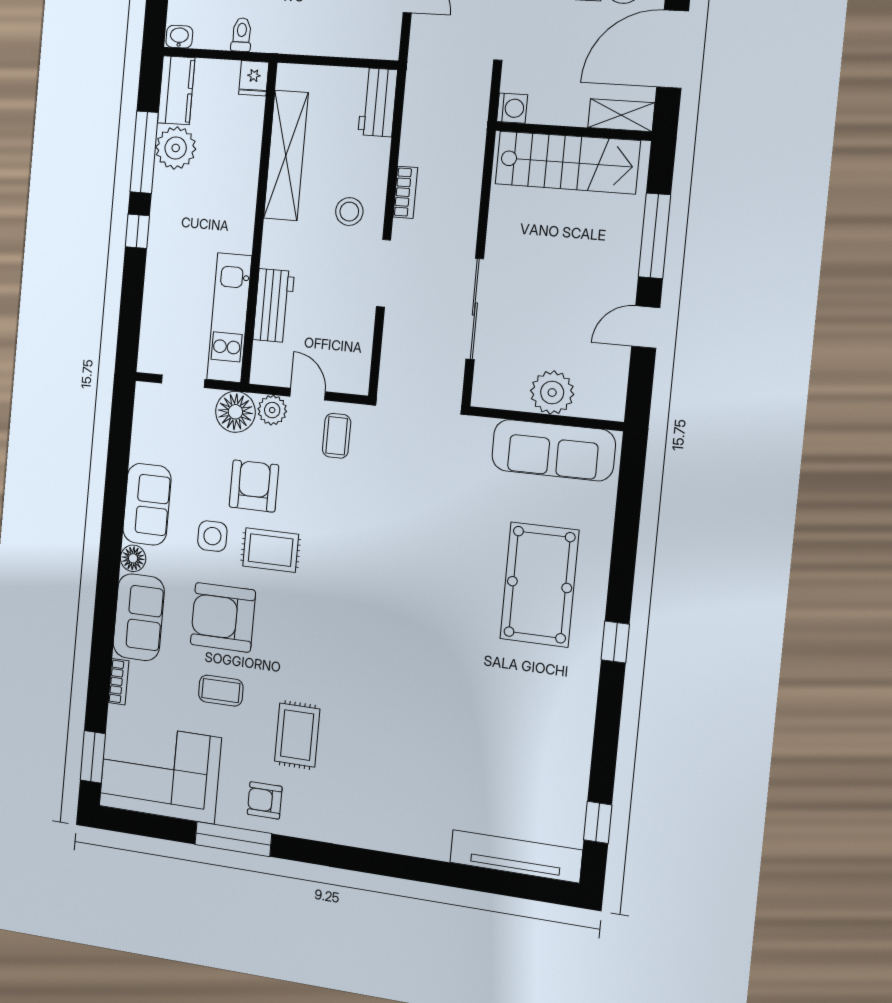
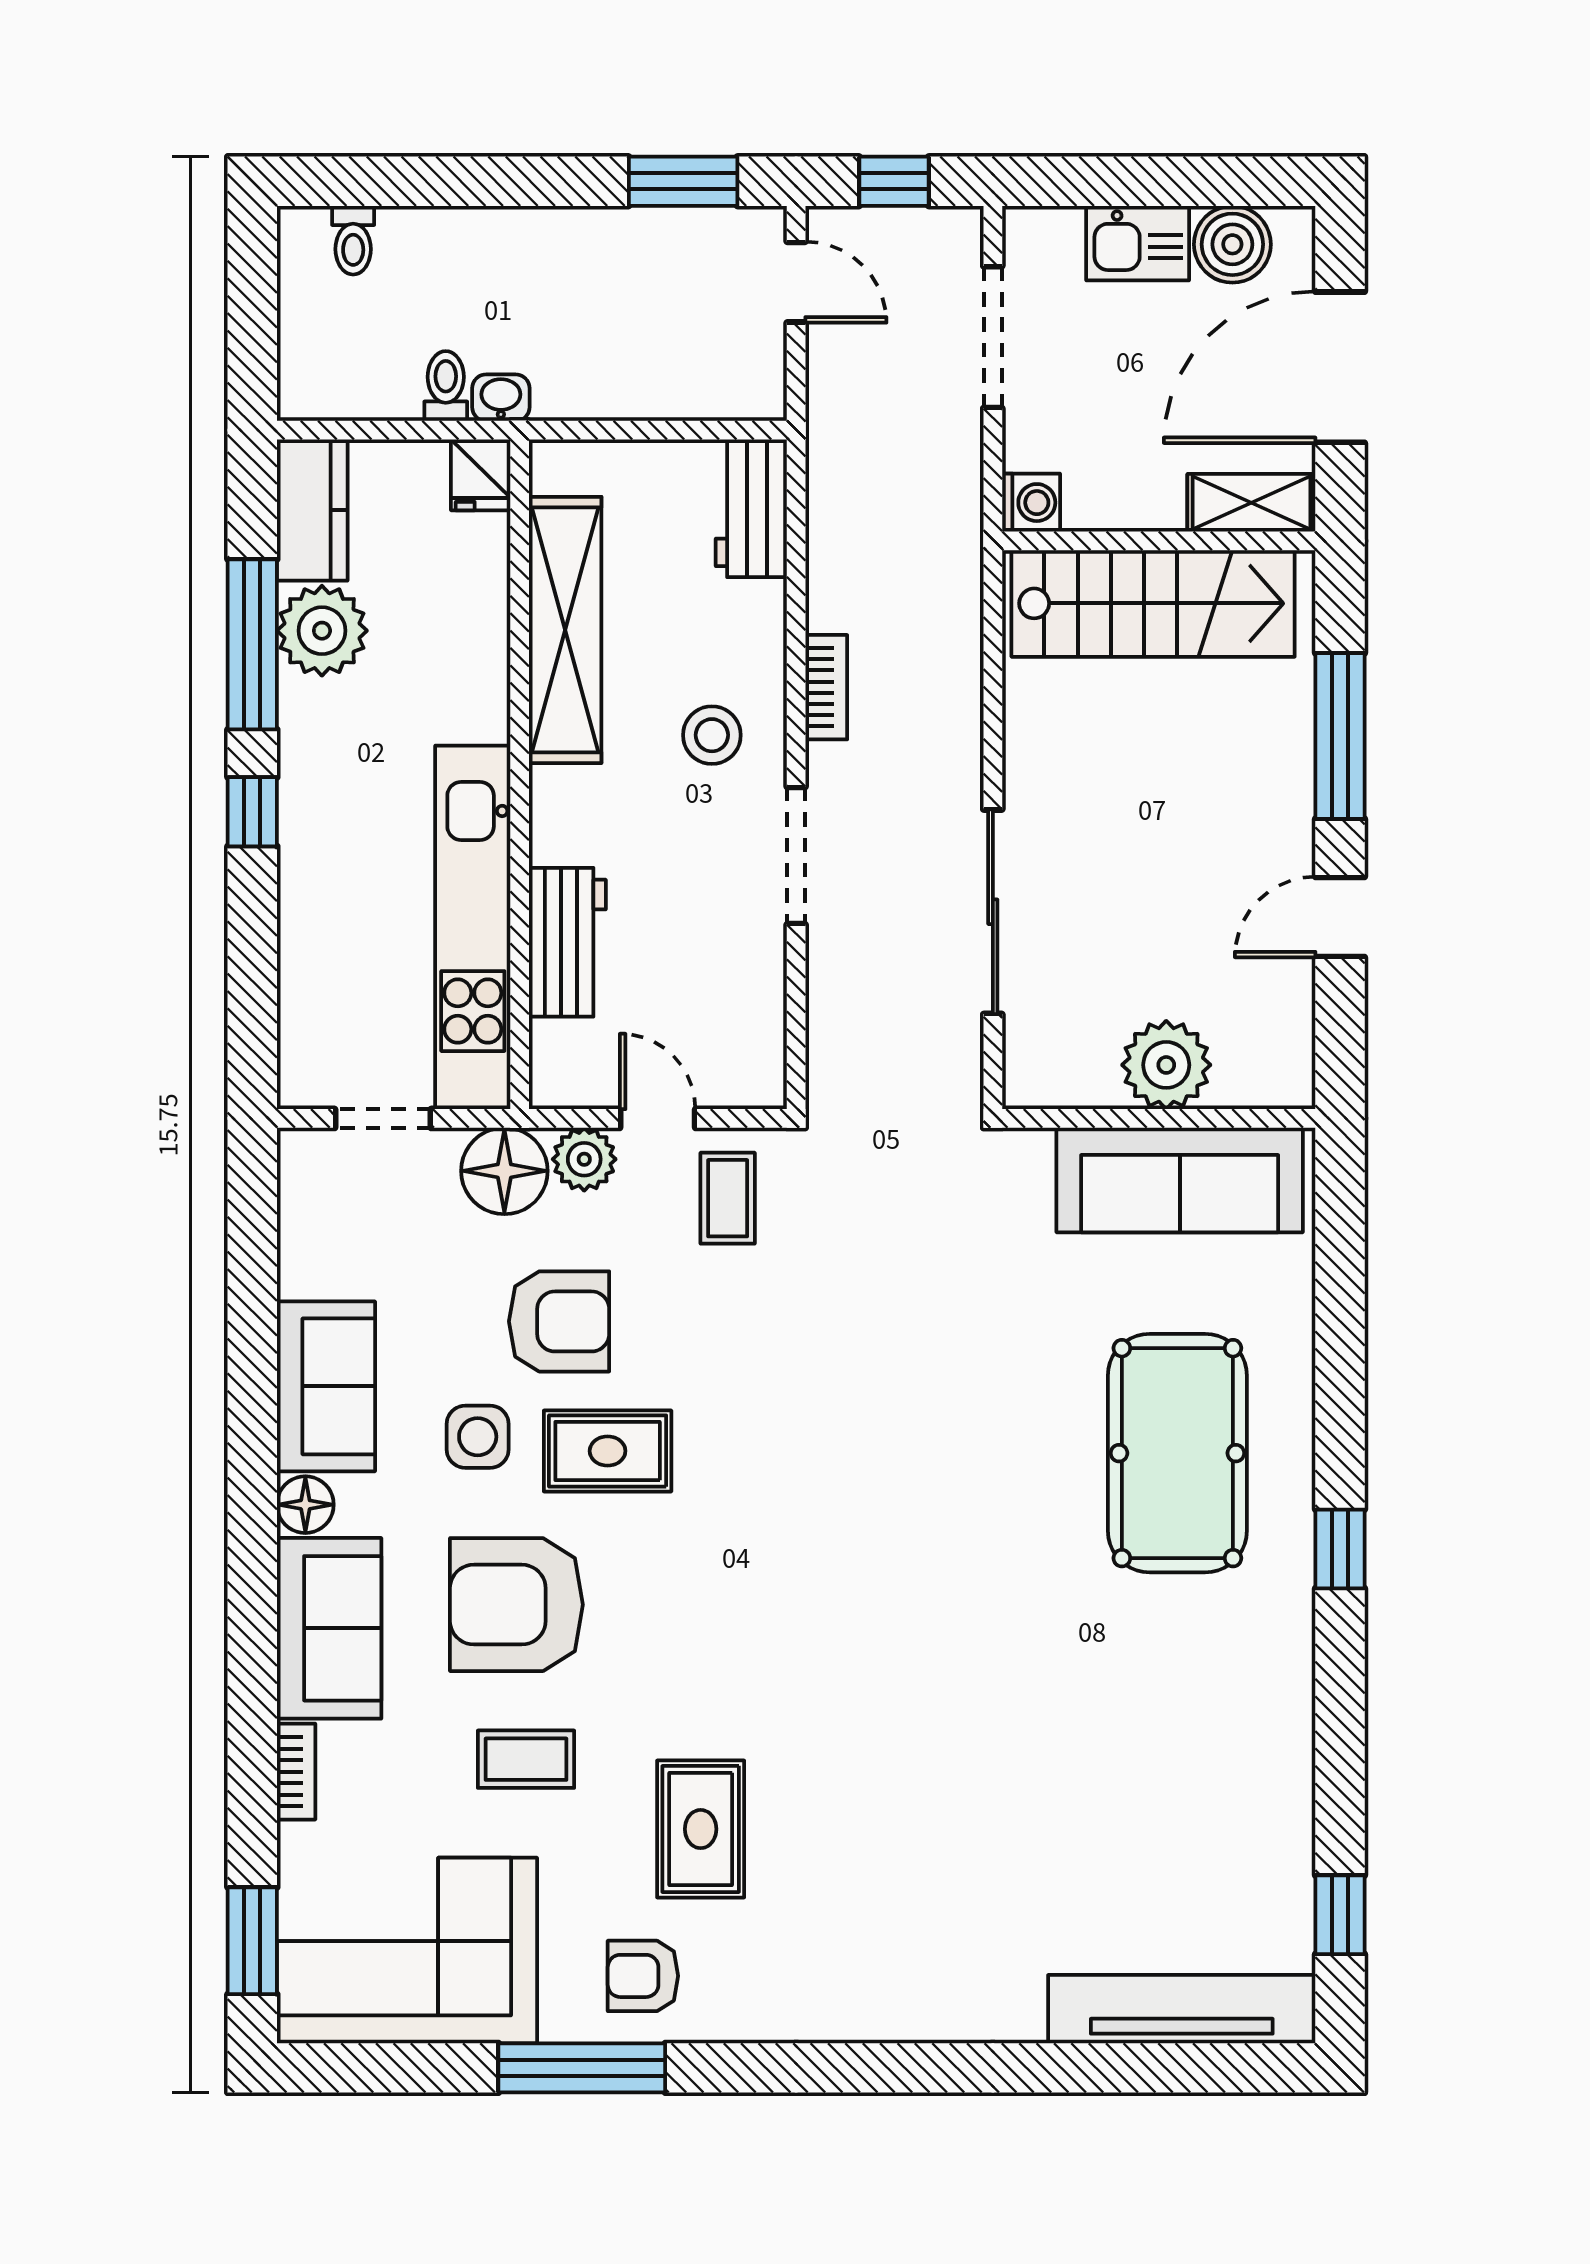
washbasin: (179, 37) -> (501, 398), moved
kitchen unit: (229, 318) -> (473, 927), width x1.36
armchair: (254, 486) -> (559, 1321), turned 90

